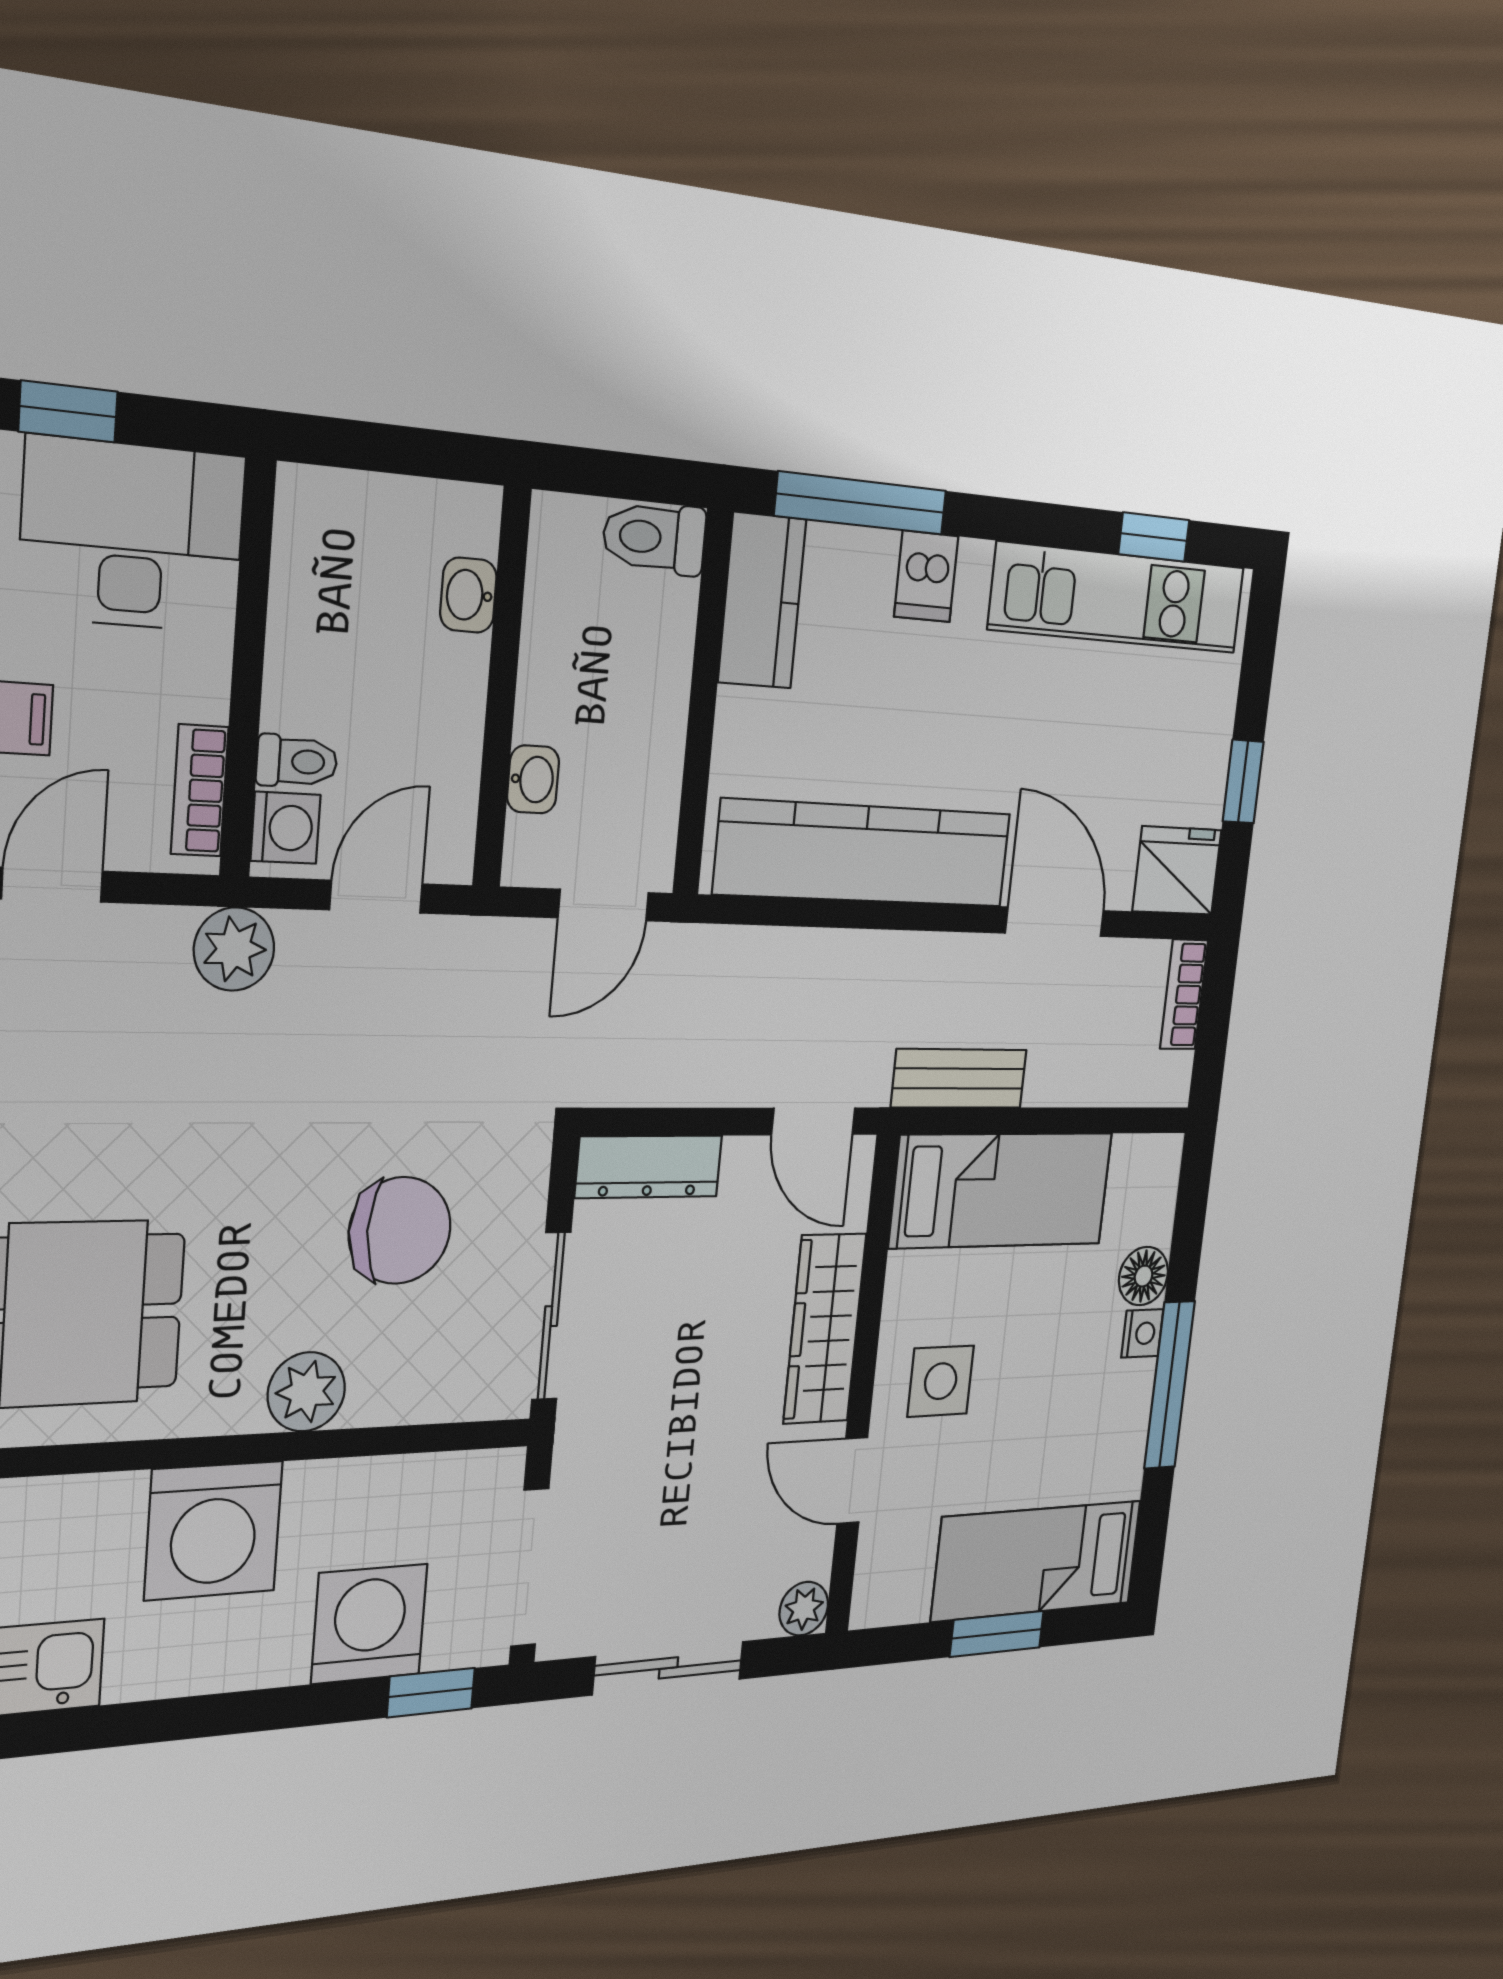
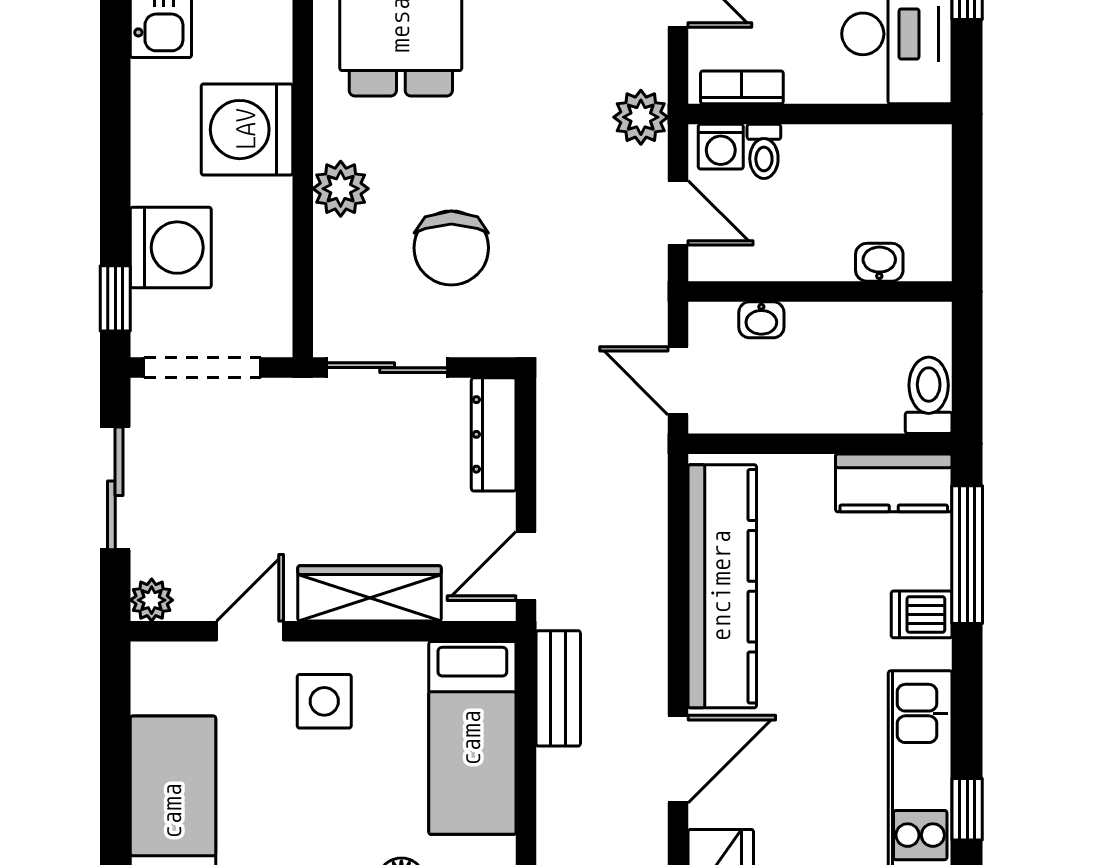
window: (997, 1634) -> (115, 780), removed

